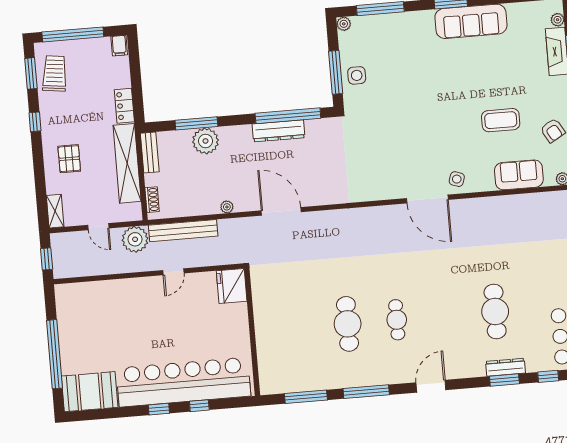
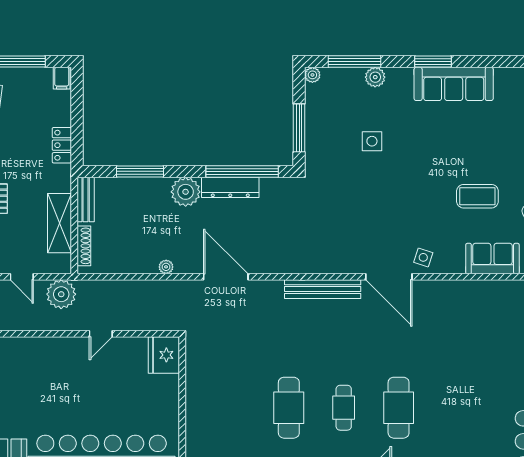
plant: (400, 21) -> (375, 77), added
side table: (357, 75) -> (372, 141), moved
plant: (205, 141) -> (186, 192), moved
shelving: (127, 163) -> (59, 223), width x0.68
shoe rack: (152, 200) -> (84, 246), width x1.43
bench: (183, 231) -> (323, 289), moved
cafe table: (495, 311) -> (399, 408), moved

